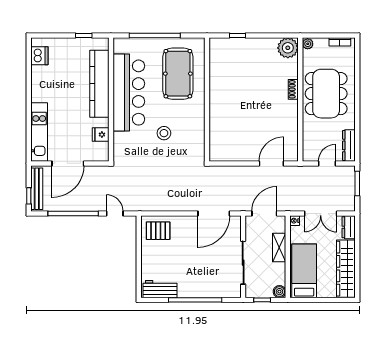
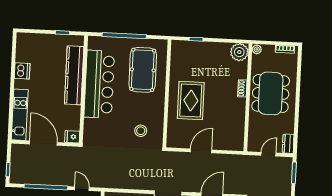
dishwasher: (39, 56) -> (22, 71), moved
rug: (235, 106) -> (191, 101), added
stool: (164, 133) -> (141, 131), moved
fridge: (101, 135) -> (72, 137), moved
dresser: (349, 145) -> (288, 144), width x0.70
door: (68, 163) -> (43, 143), swing flipped
door: (271, 163) -> (201, 151), moved
bench: (37, 189) -> (15, 164), removed

